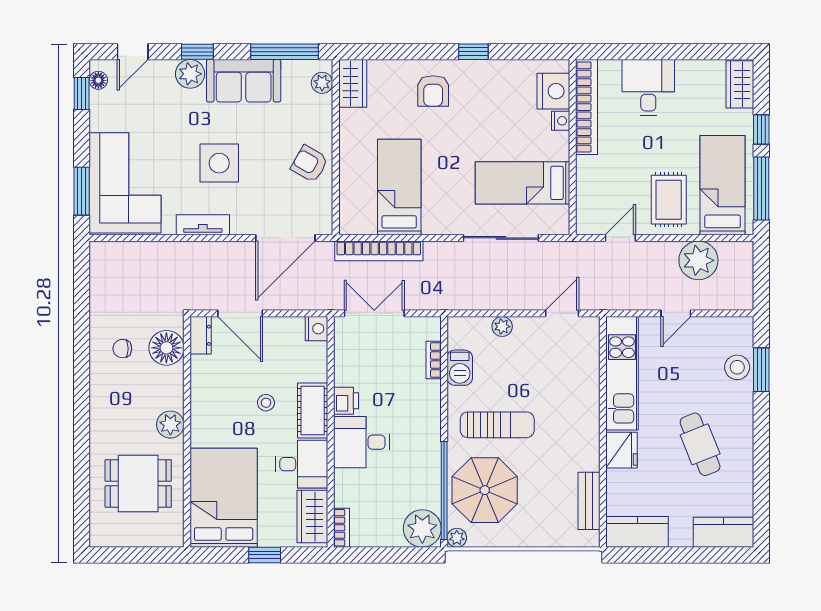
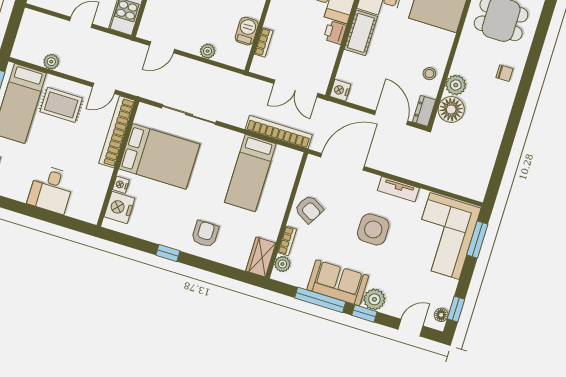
window: (284, 52) -> (320, 300), moved
bookcase: (587, 107) -> (117, 132), moved
bookcase: (325, 114) -> (287, 241), added
bed: (523, 183) -> (159, 156), width x1.50
rug: (669, 200) -> (61, 105), turned 90
plant: (698, 260) -> (51, 62), width x0.53, depth x0.53
chair: (122, 349) -> (504, 73), moved
stool: (266, 403) -> (429, 74), moved
plant: (170, 425) -> (456, 85), moved

